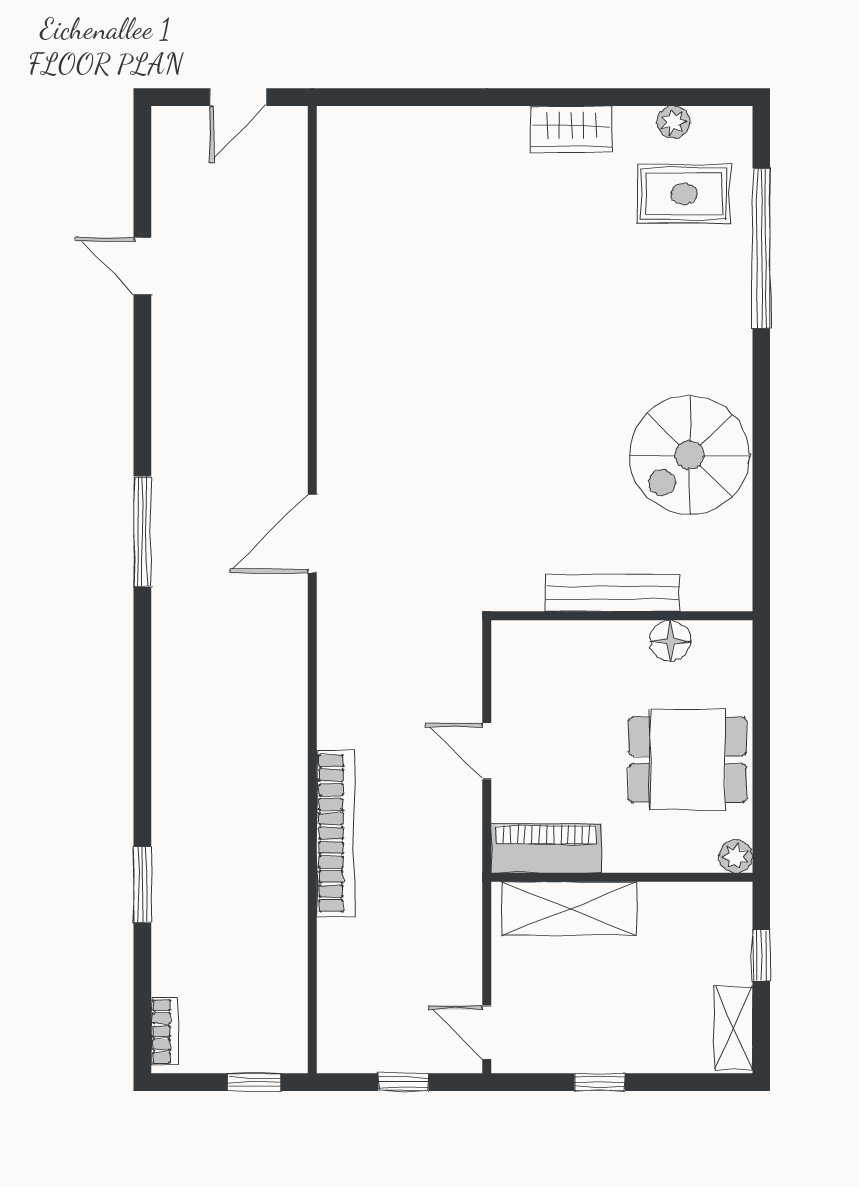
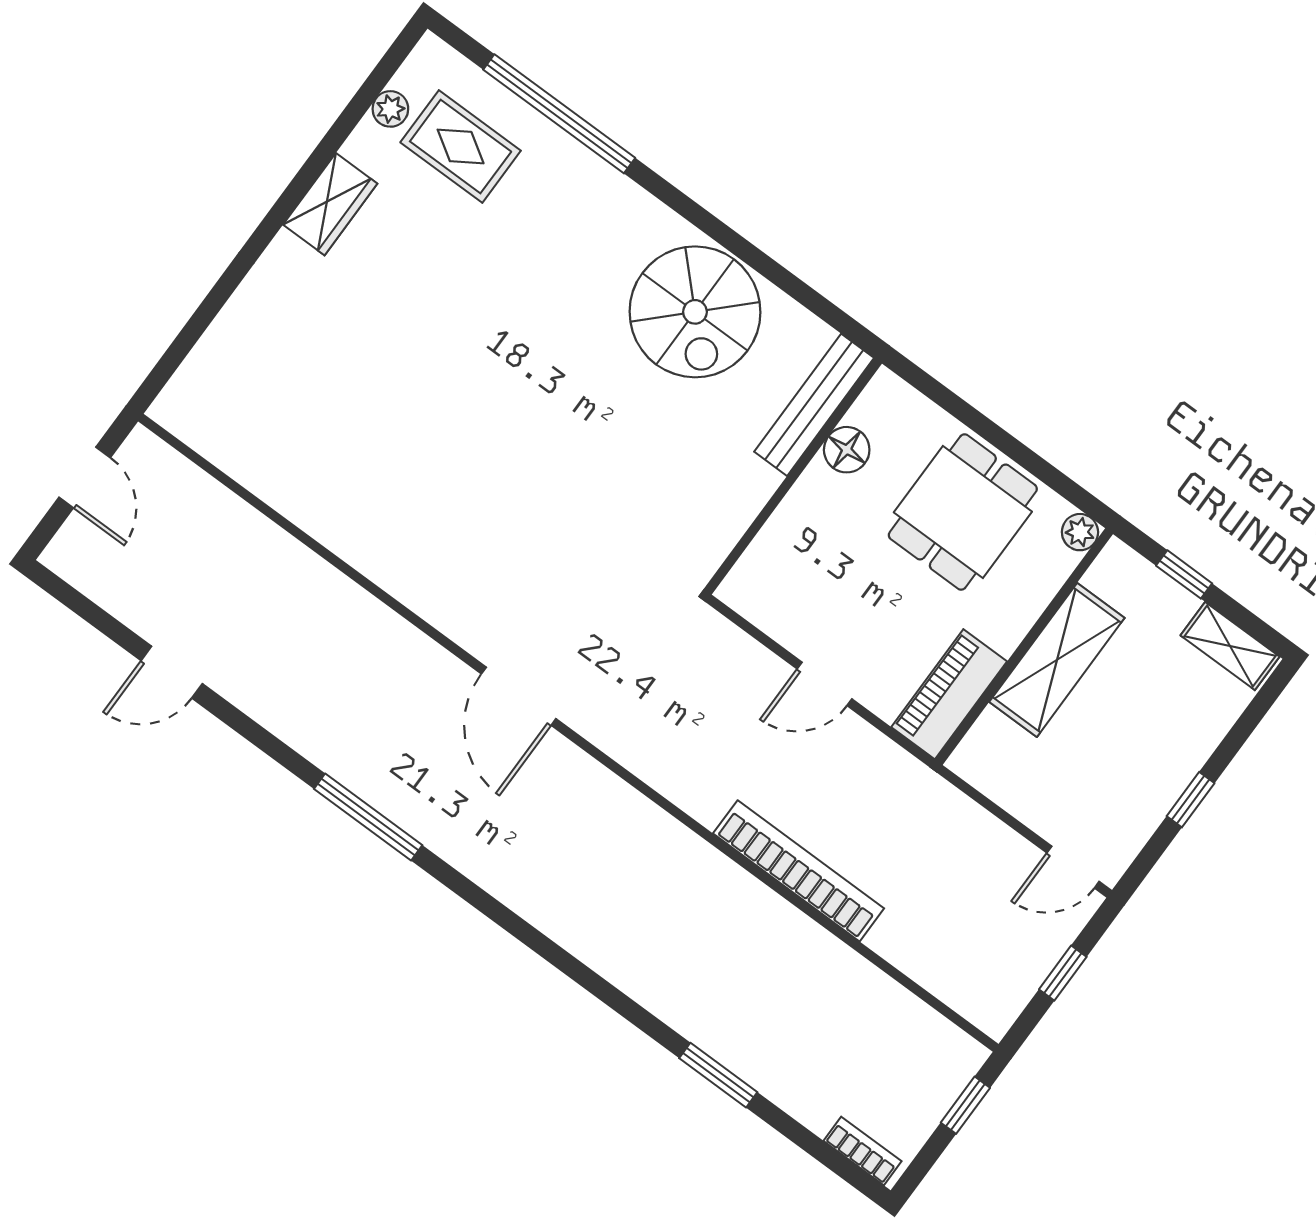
rug: (684, 194) -> (461, 147), turned 90
window: (142, 532) -> (368, 817), moved
bench: (612, 593) -> (814, 405), moved
shelving: (569, 909) -> (1057, 660), moved

